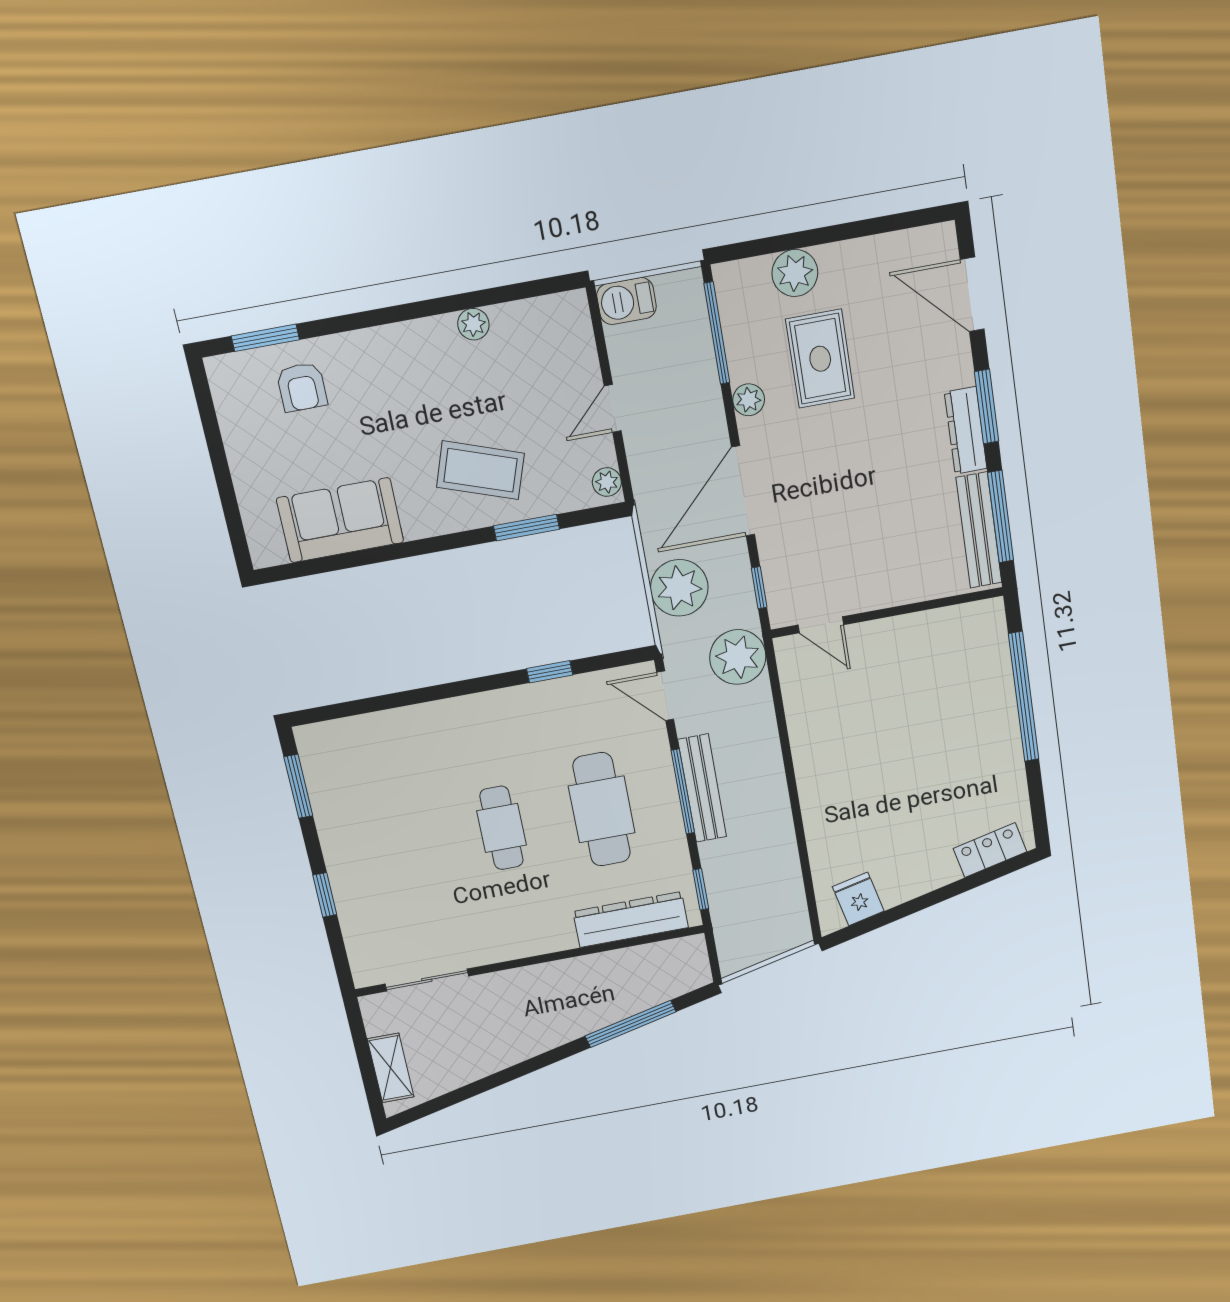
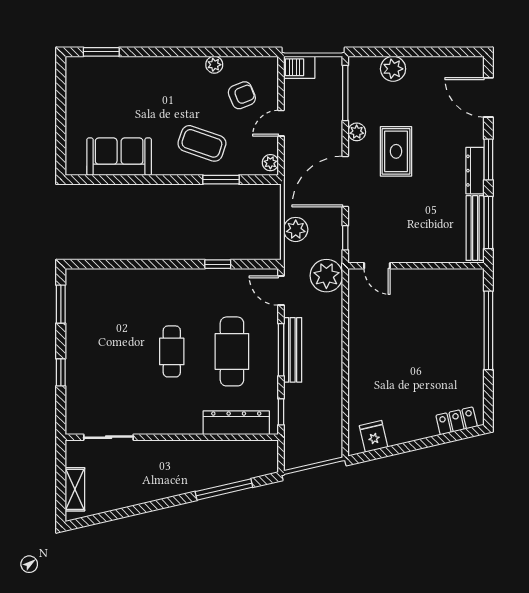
rug: (820, 359) -> (396, 151), moved
armchair: (302, 387) -> (242, 95), moved, turned -112
plant: (679, 588) -> (296, 229), width x0.73, depth x0.73

